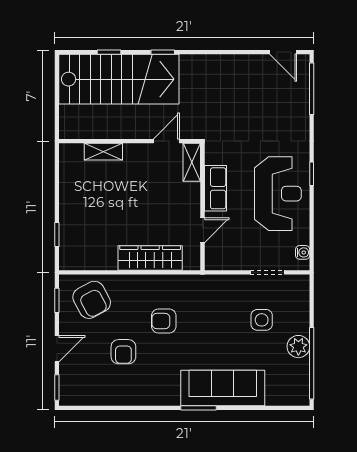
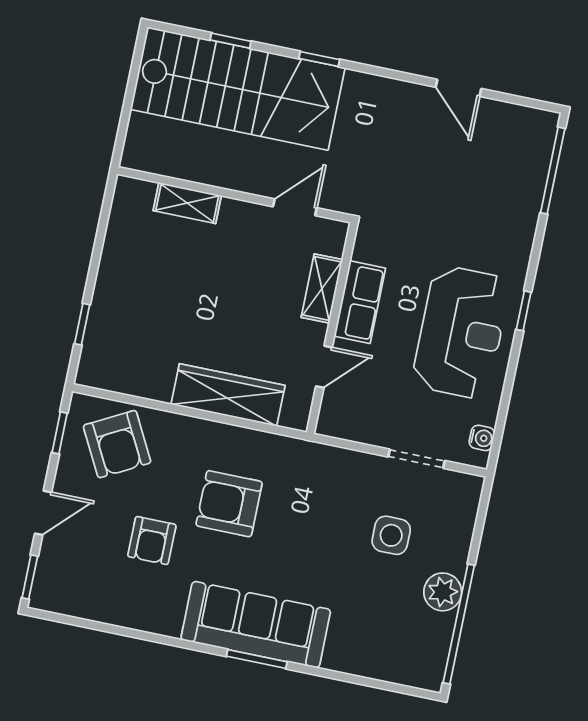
door: (283, 52) -> (458, 88), moved
shelving: (192, 162) -> (322, 288), moved
armchair: (164, 321) -> (229, 504), width x1.38, depth x1.38
sofa: (223, 388) -> (256, 625), moved

